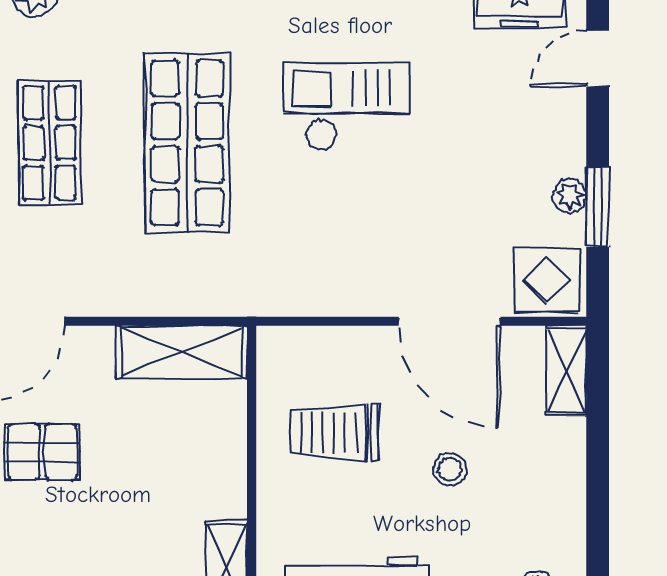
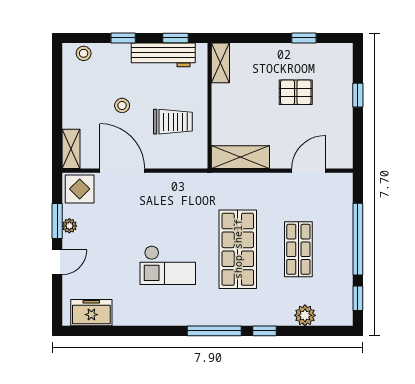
door: (598, 59) -> (57, 262), moved
pallet: (42, 452) -> (296, 92), moved

